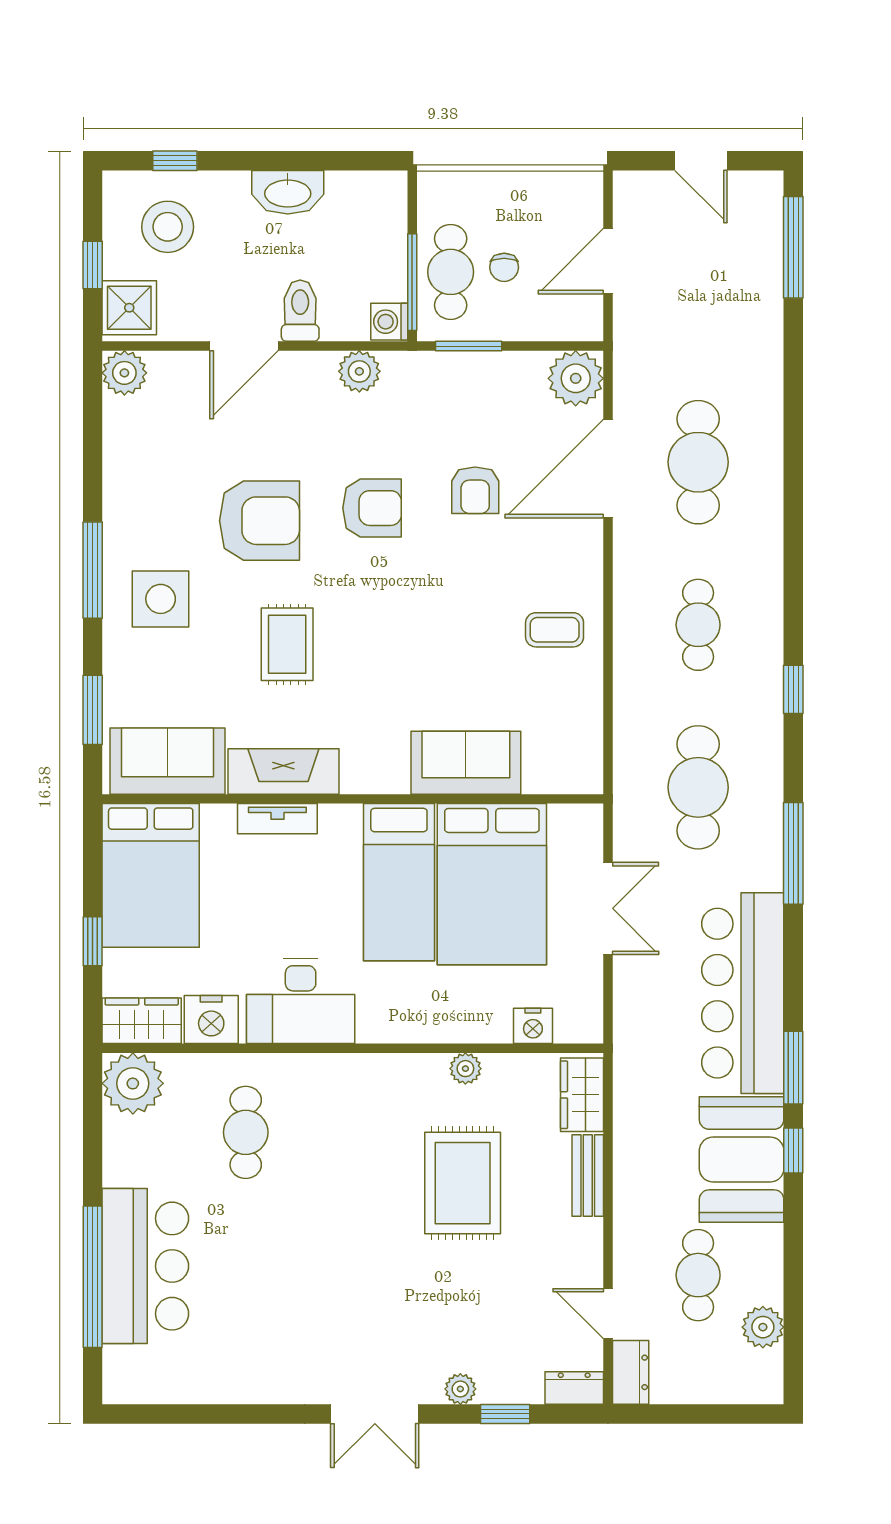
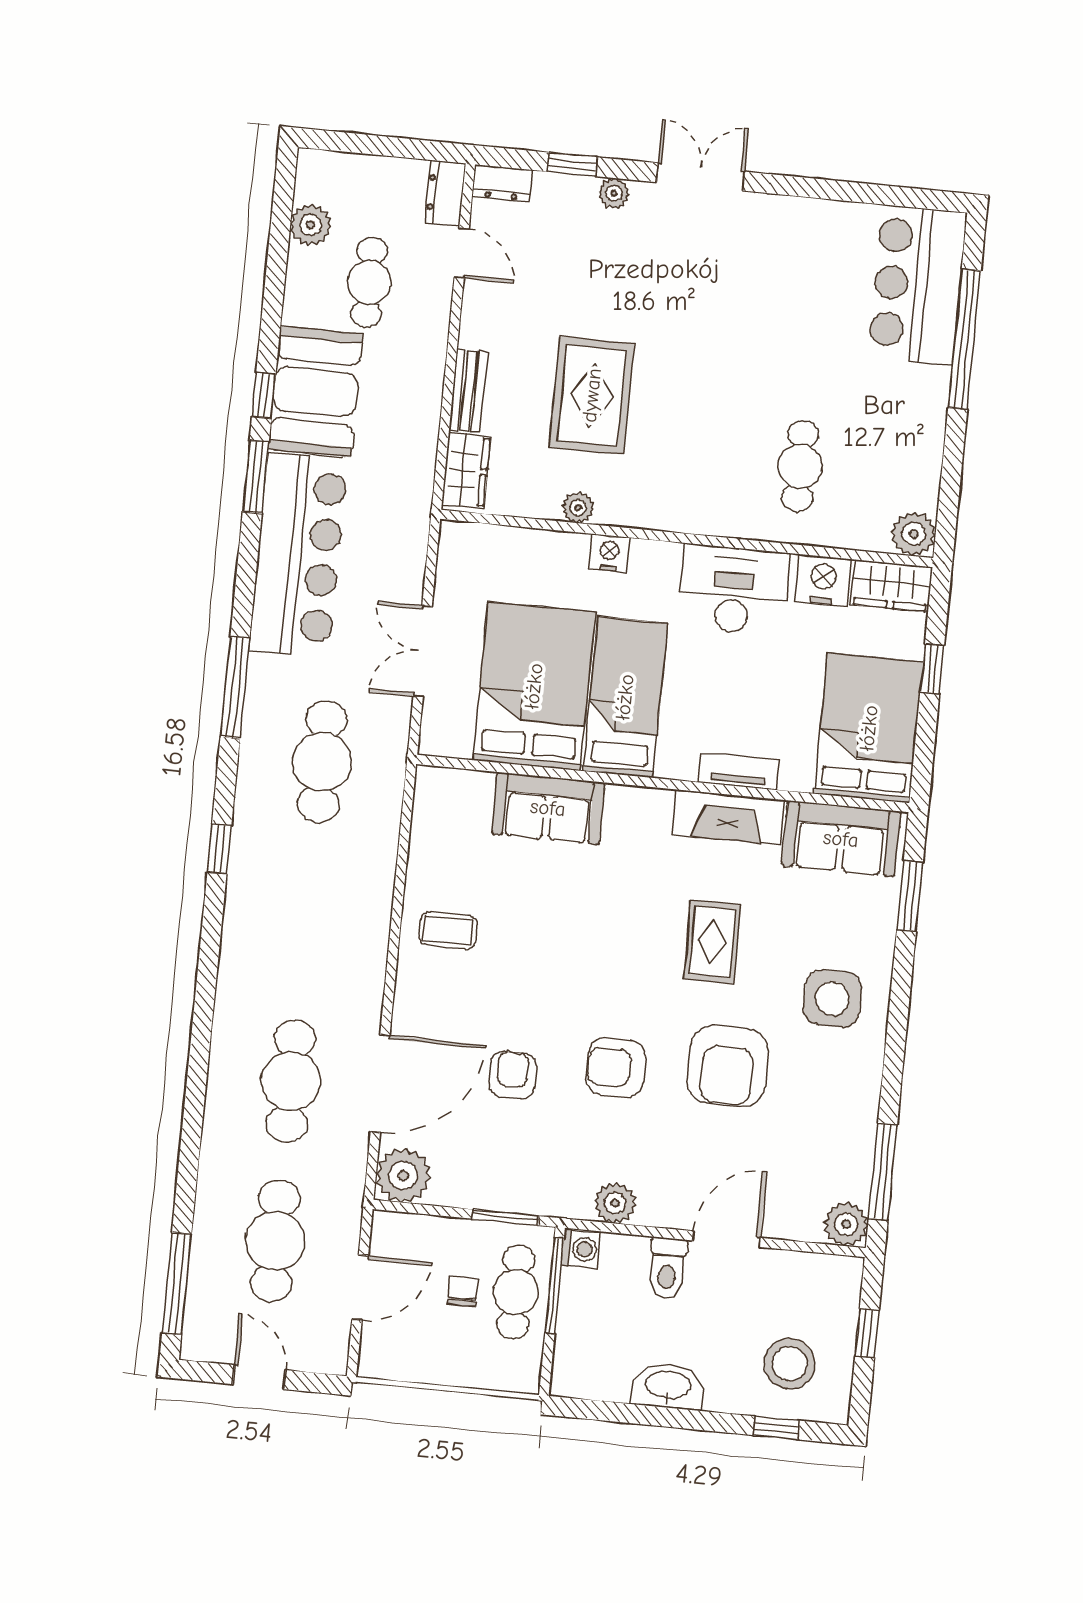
shower: (129, 308) -> (835, 1288), removed
armchair: (260, 521) -> (728, 1066), turned -90
window: (93, 570) -> (883, 1172), moved
cafe table: (698, 625) -> (275, 1241), moved, width x1.37, depth x1.35
nightstand: (533, 1026) -> (609, 553), moved
plant: (133, 1083) -> (914, 534), width x0.73, depth x0.73
bar counter: (145, 1266) -> (917, 285), moved

